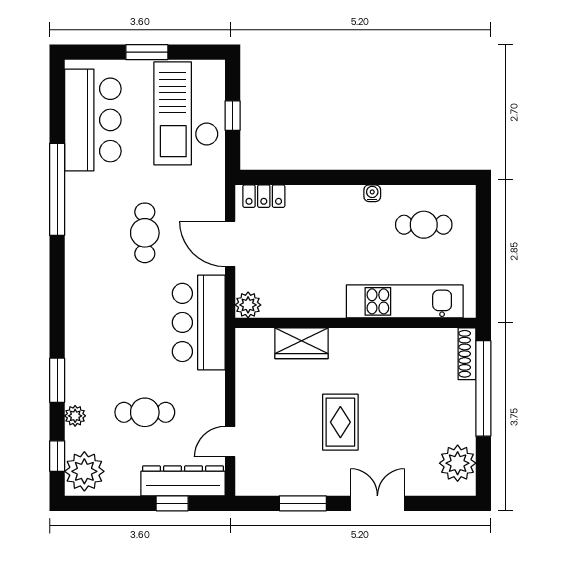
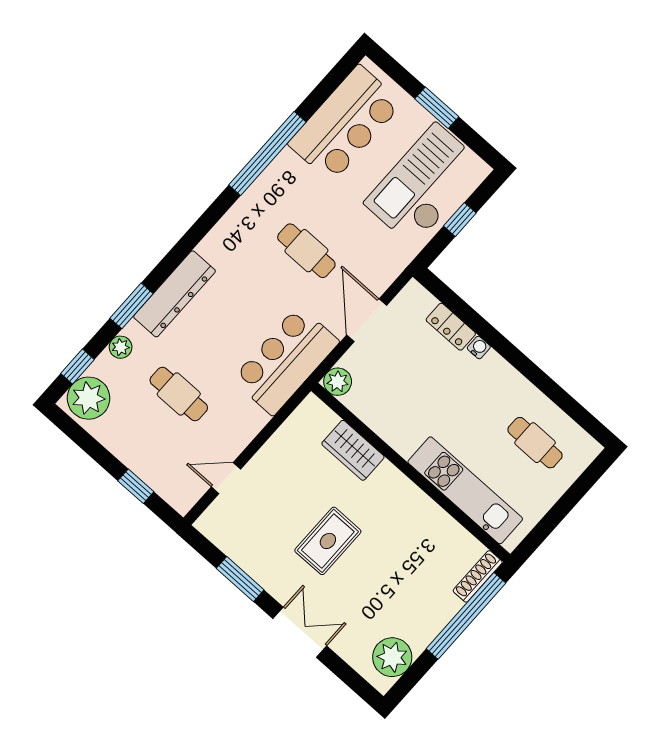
water cooler: (372, 193) -> (479, 347), moved
locker: (264, 196) -> (451, 327), moved
cafe table: (145, 233) -> (306, 251), turned 90
dresser: (183, 481) -> (174, 294), moved, turned 90

